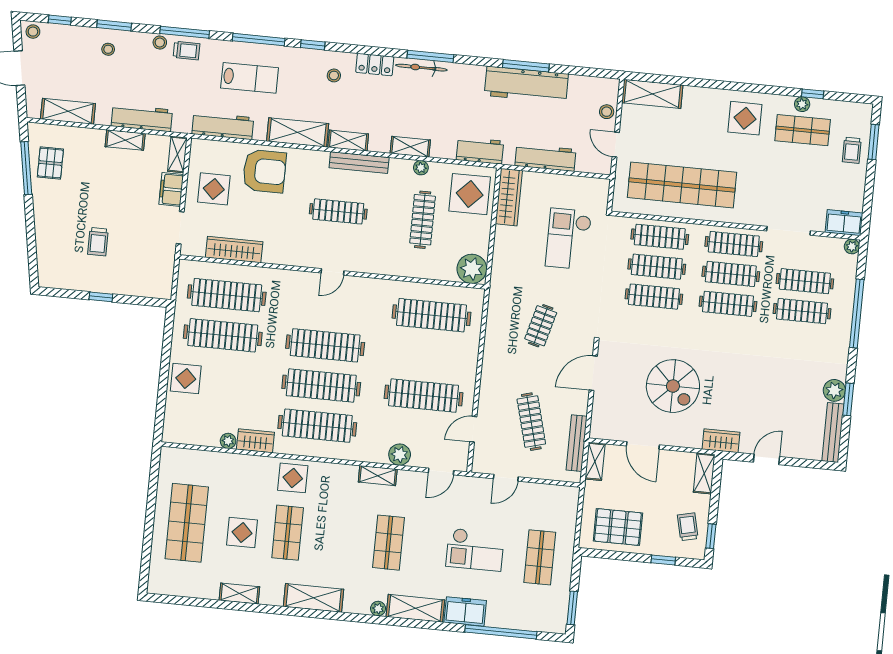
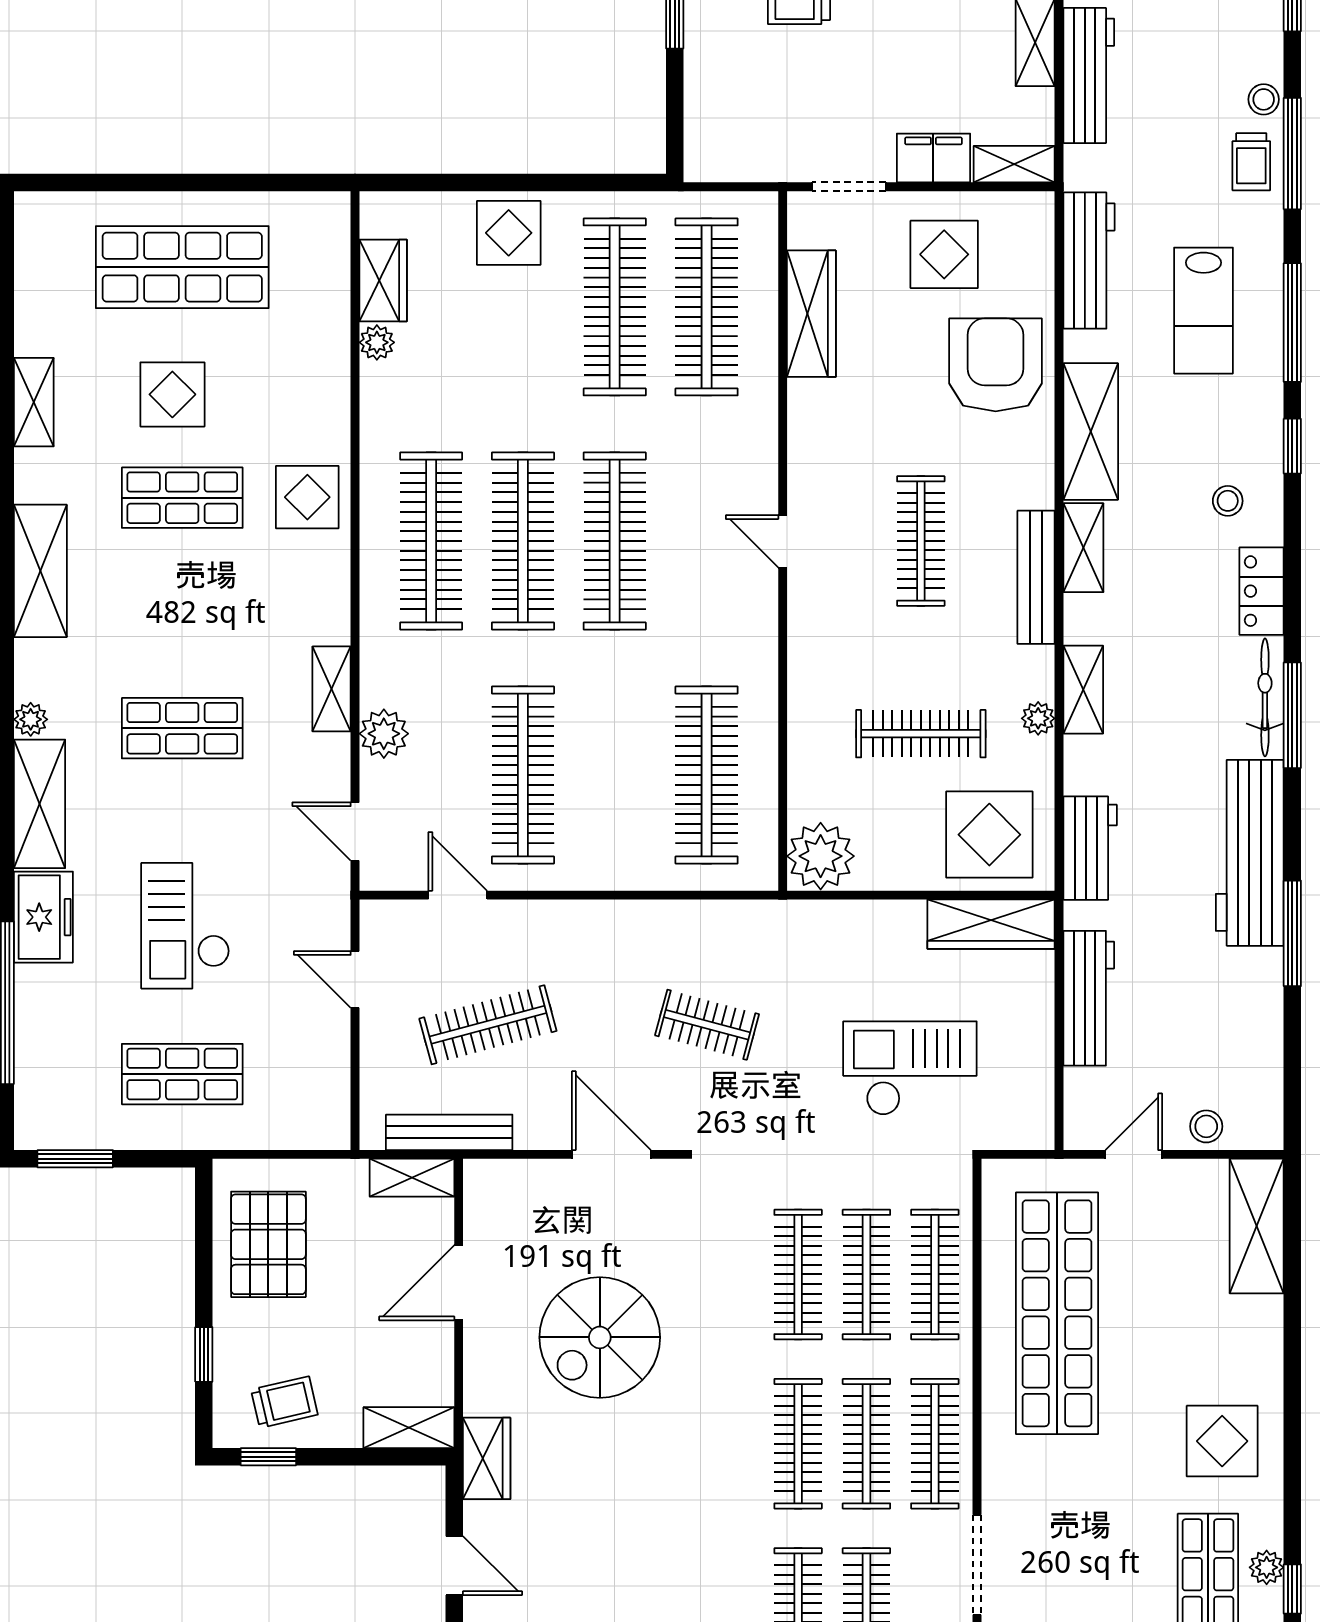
workbench: (526, 85) -> (1250, 853), moved
armchair: (264, 171) -> (996, 365), turned 180
wardrobe: (255, 441) -> (383, 281), moved

